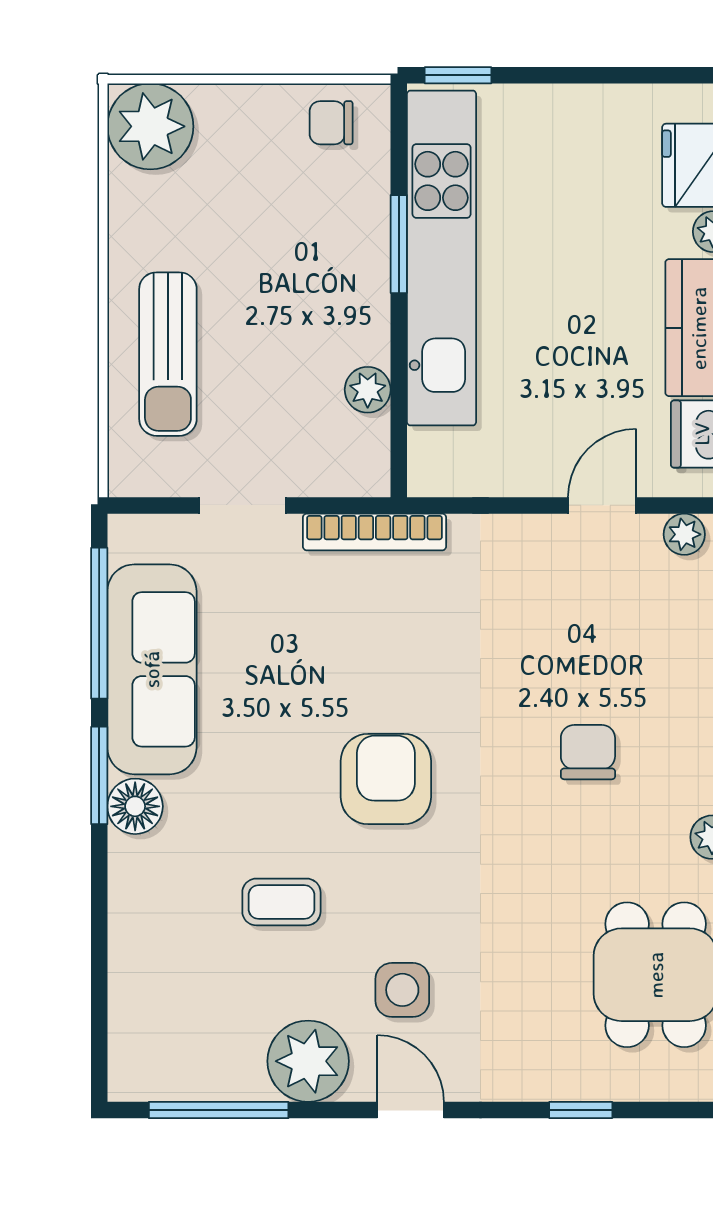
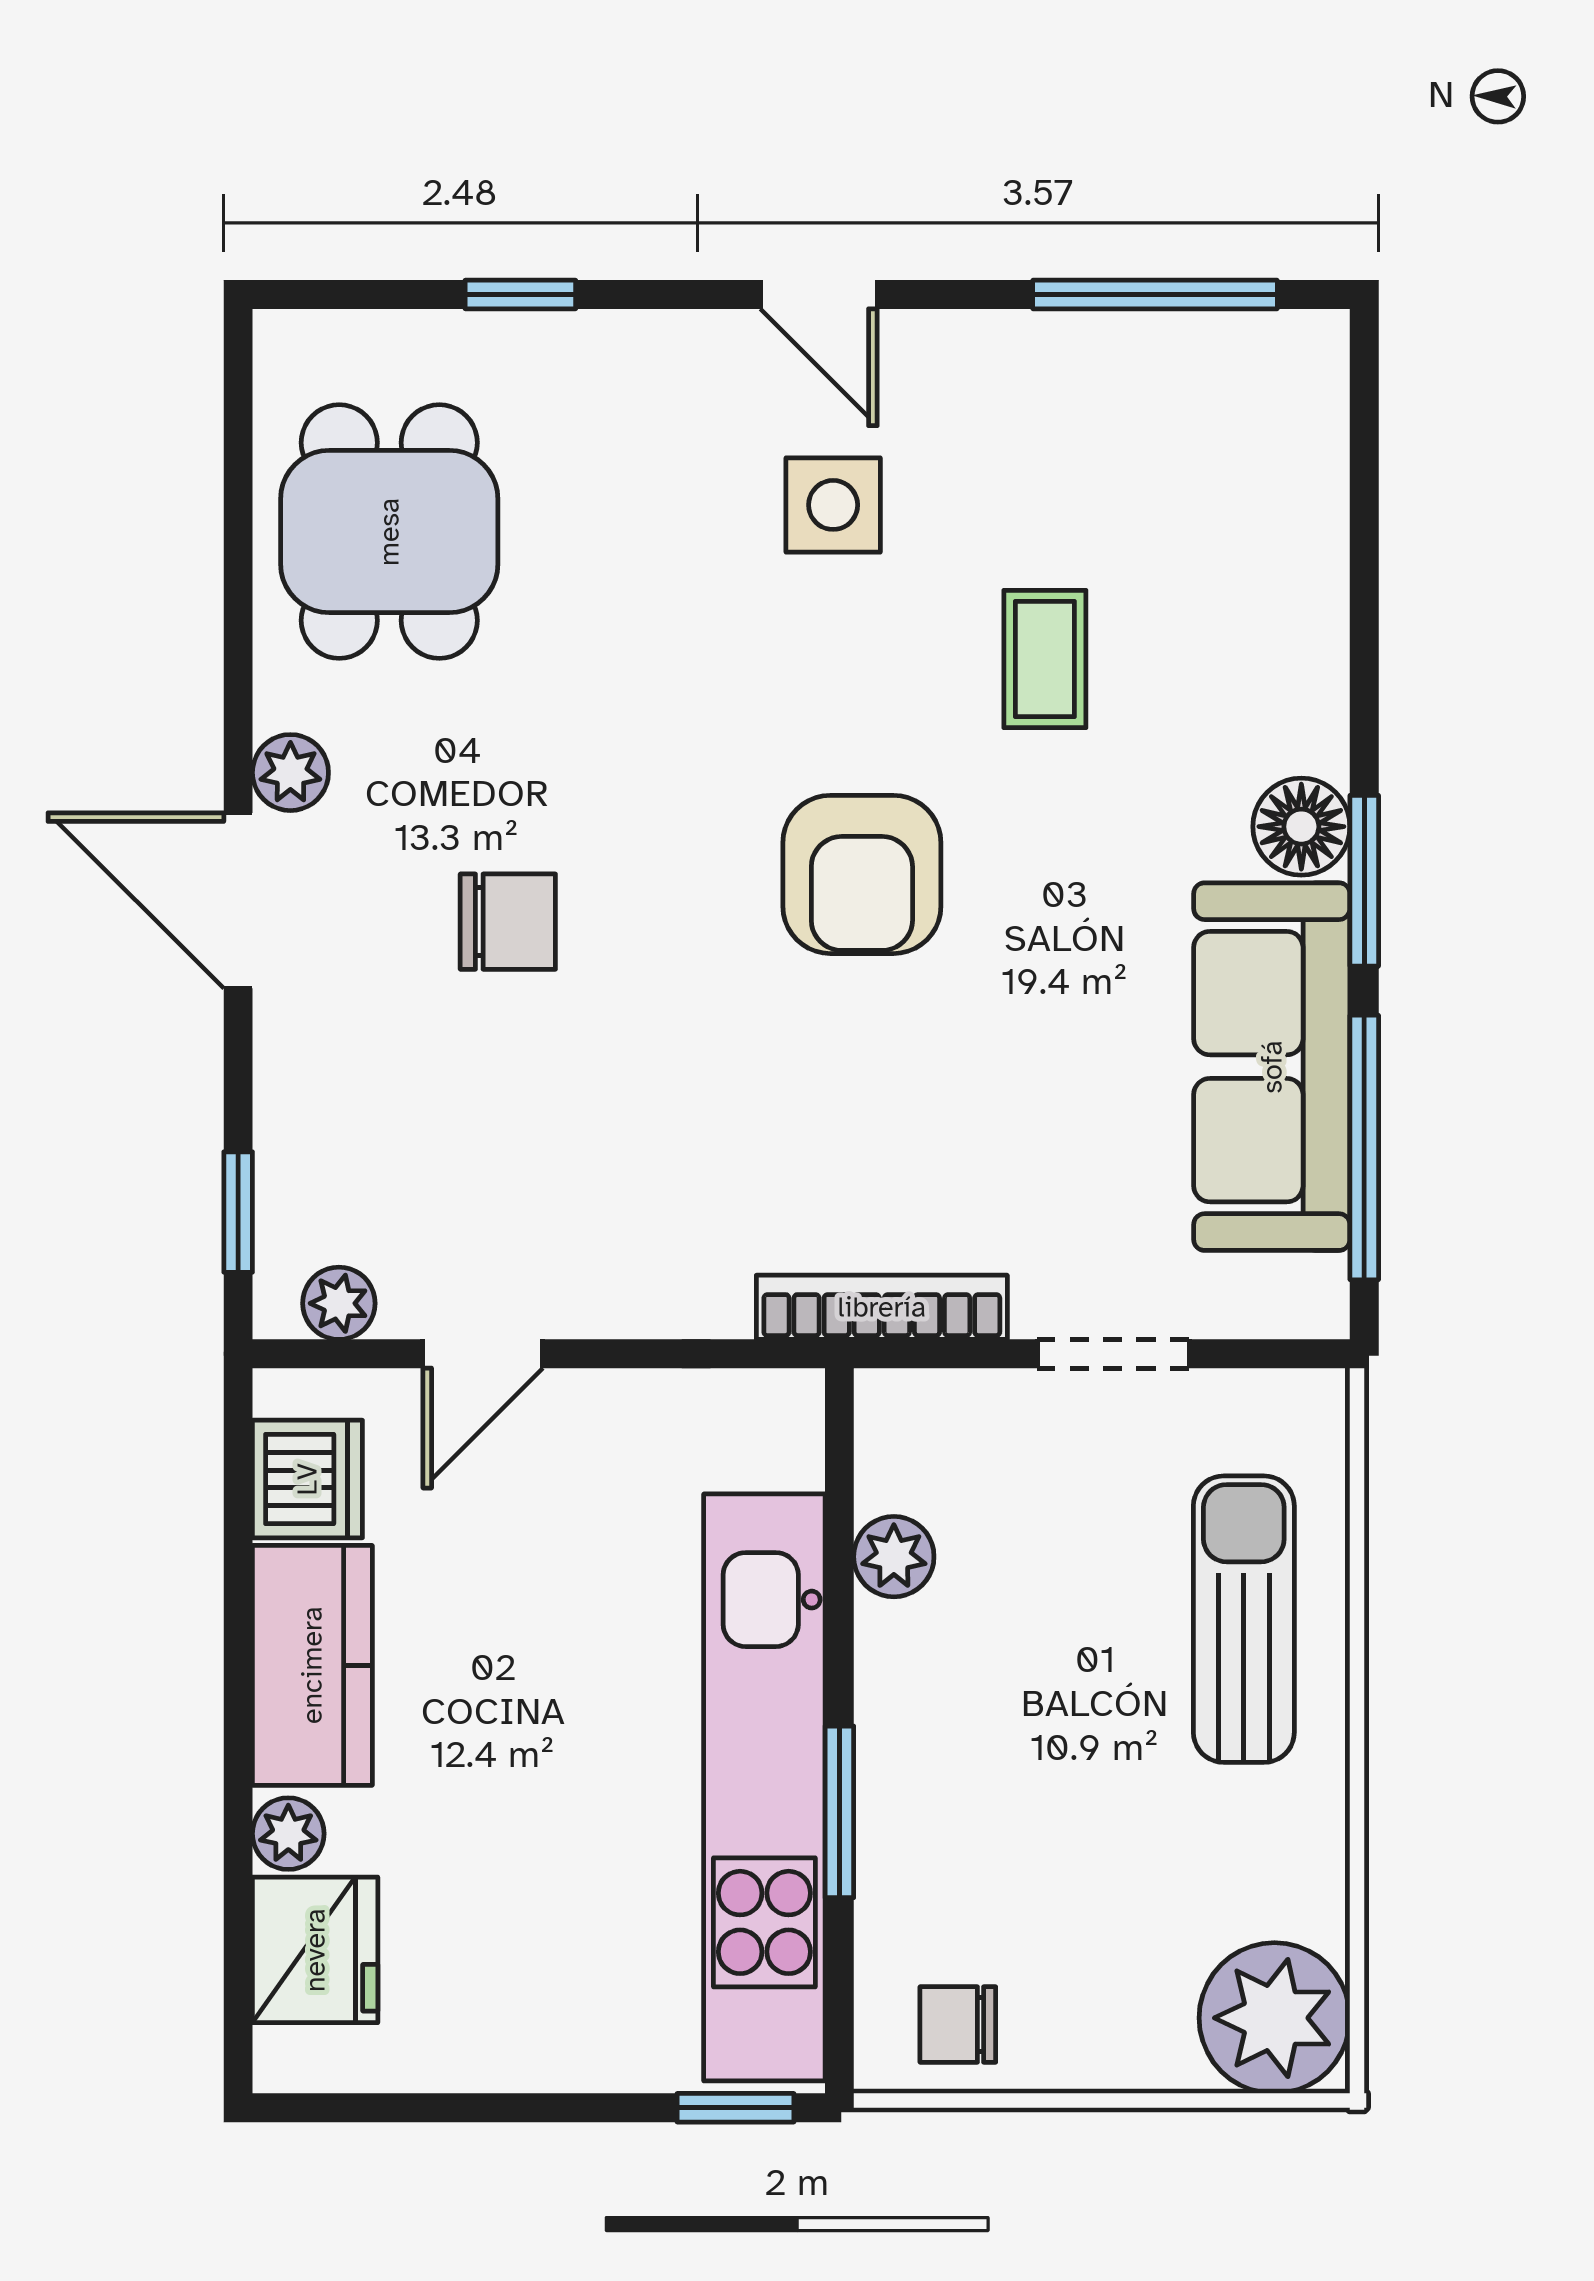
chair: (331, 123) -> (958, 2024), turned 180
chair: (588, 752) -> (508, 922), turned -90
coffee table: (281, 902) -> (1045, 659), turned 90
plant: (308, 1061) -> (998, 380), removed

